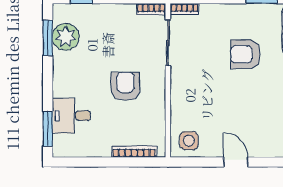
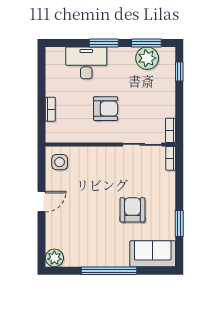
desk: (71, 116) -> (86, 63), width x1.37
window: (48, 129) -> (104, 43), moved
bookcase: (134, 152) -> (50, 109), width x0.64

